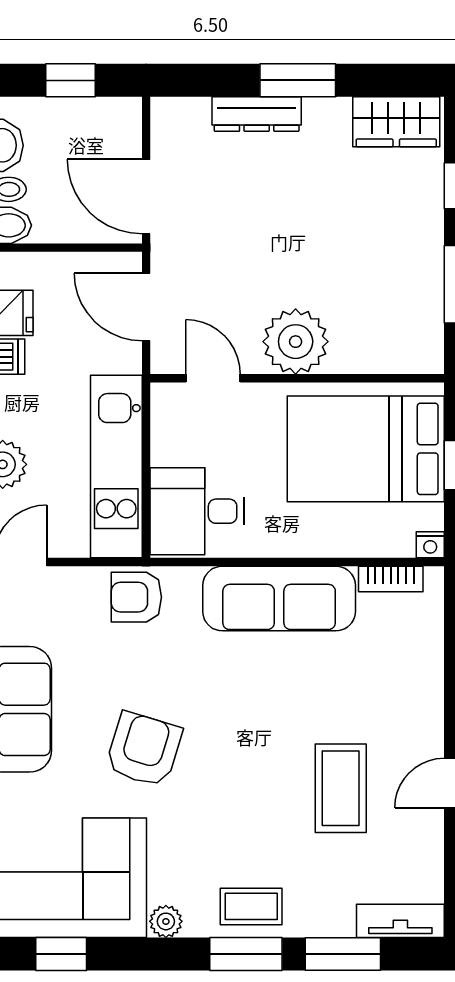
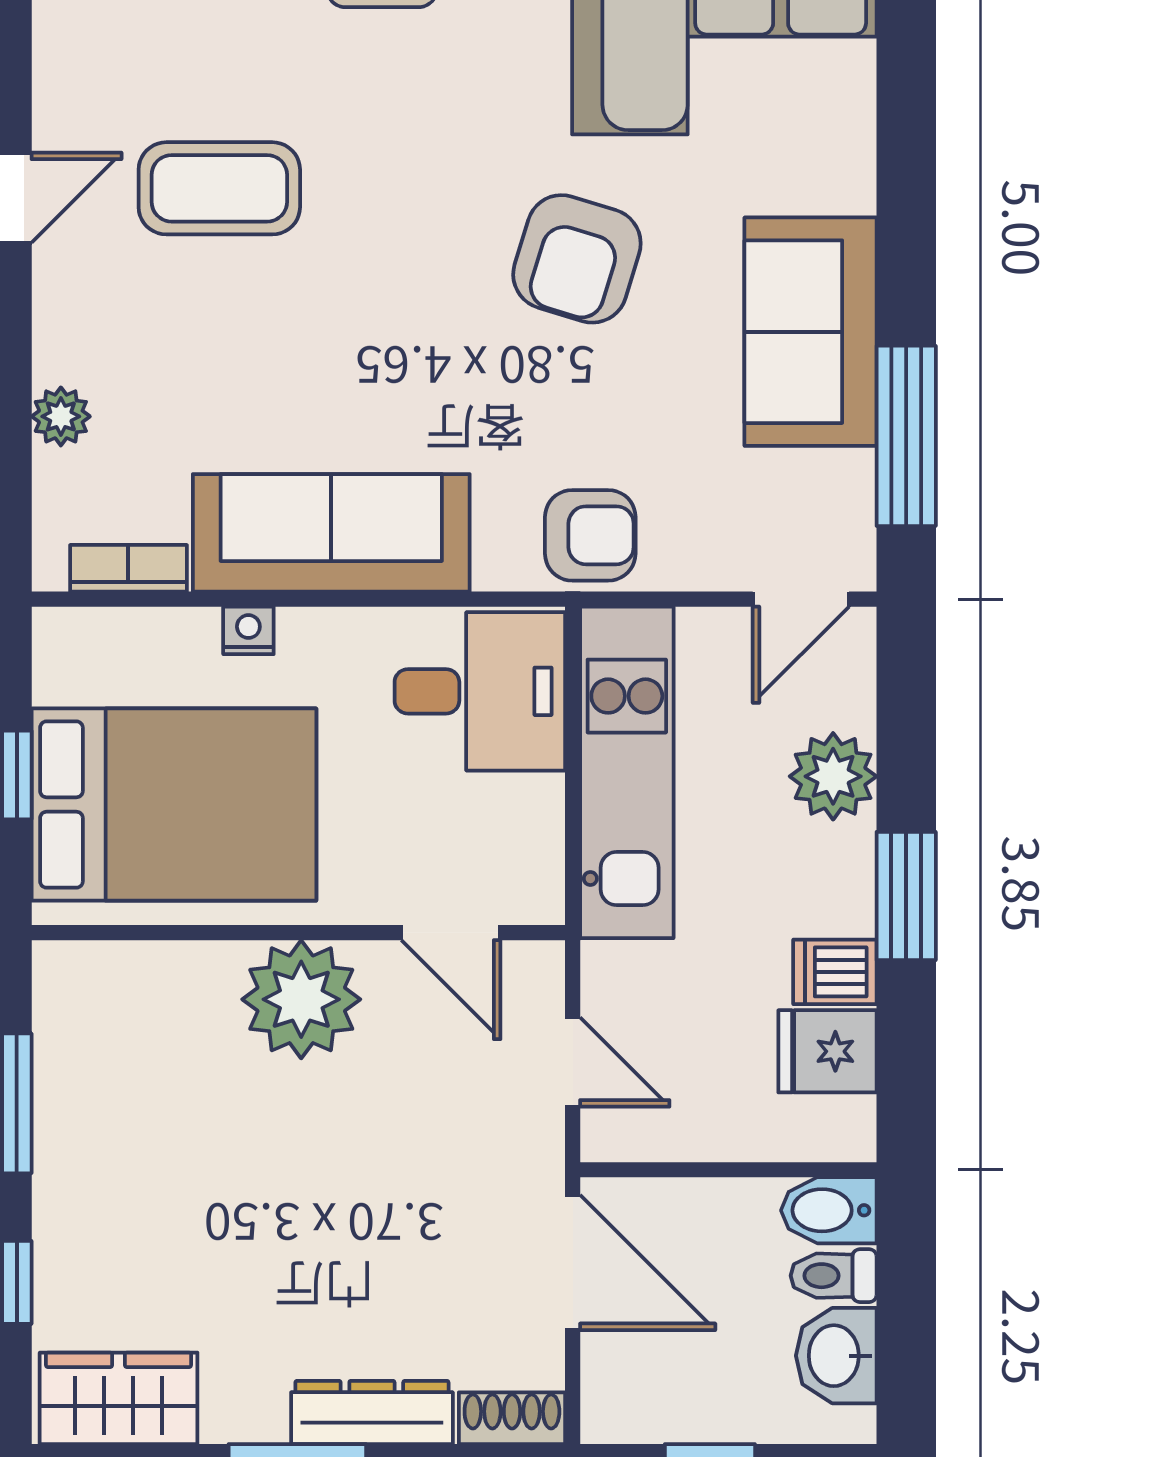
shoe rack: (180, 111) -> (512, 1418), added
door: (146, 307) -> (573, 1062), width x0.73
nightstand: (430, 545) -> (248, 630), moved
plant: (428, 663) -> (61, 416), added
coffee table: (341, 788) -> (219, 188), turned 90

